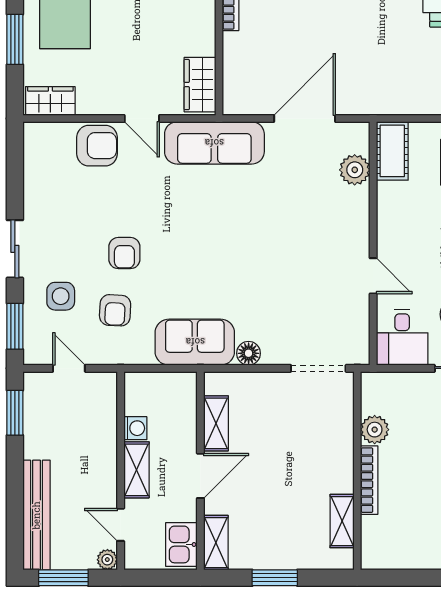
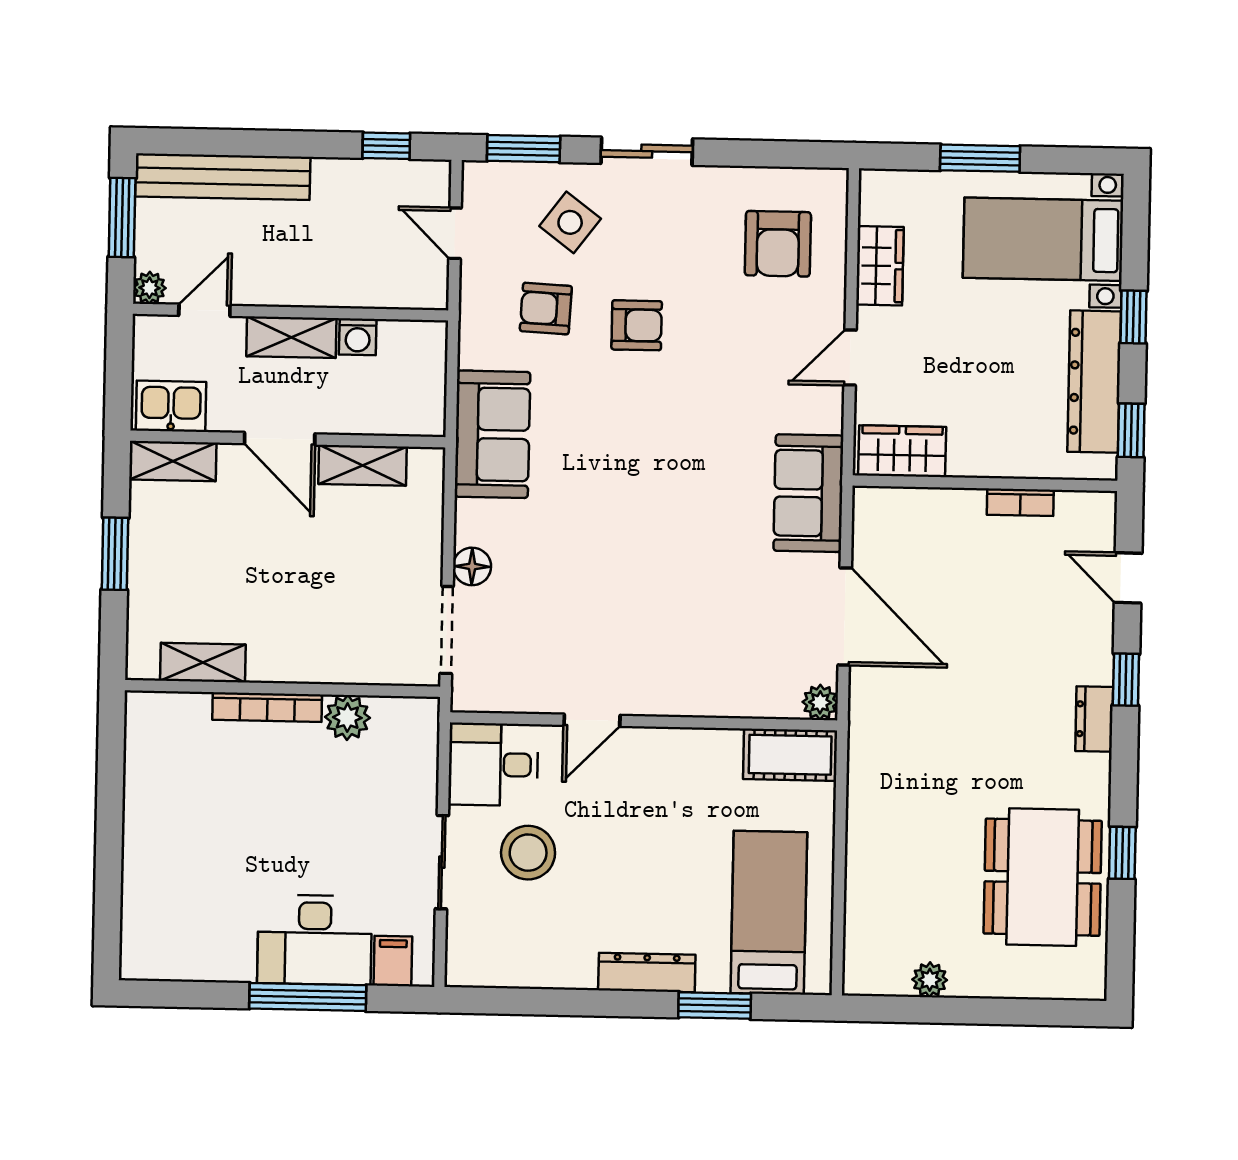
wardrobe: (50, 101) -> (880, 266), moved
sofa: (214, 143) -> (808, 493), width x0.73
armchair: (97, 146) -> (778, 244), moved
plant: (355, 170) -> (820, 702), moved, width x0.73, depth x0.73
armchair: (124, 253) -> (637, 325), turned 180
side table: (61, 296) -> (570, 222), turned 37
floor lamp: (249, 353) -> (472, 566), moved
door: (69, 368) -> (455, 233), swing flipped
window: (15, 413) -> (386, 146), width x0.67

